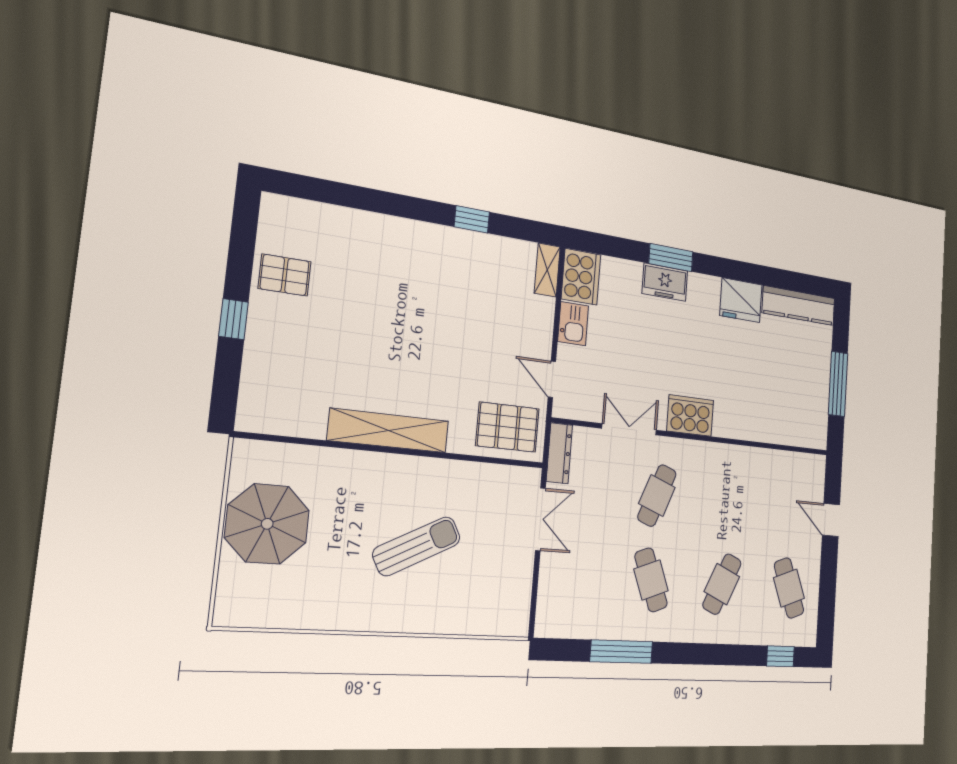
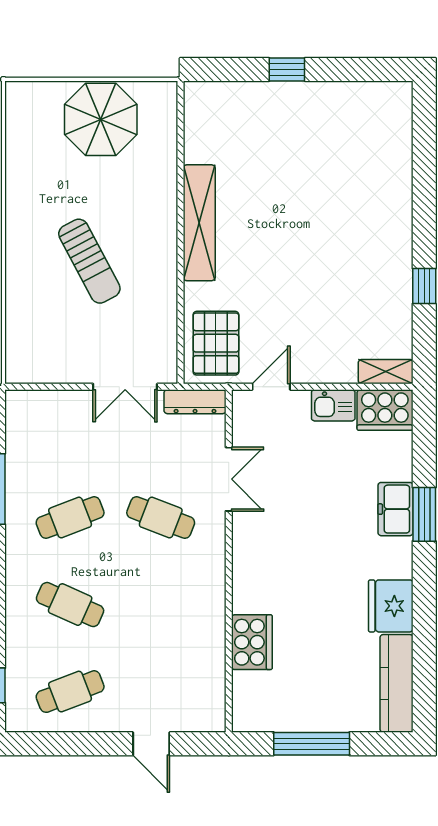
pallet: (285, 275) -> (336, 110), removed
cooker: (690, 415) -> (252, 642), moved
door: (831, 520) -> (151, 744), swing flipped

